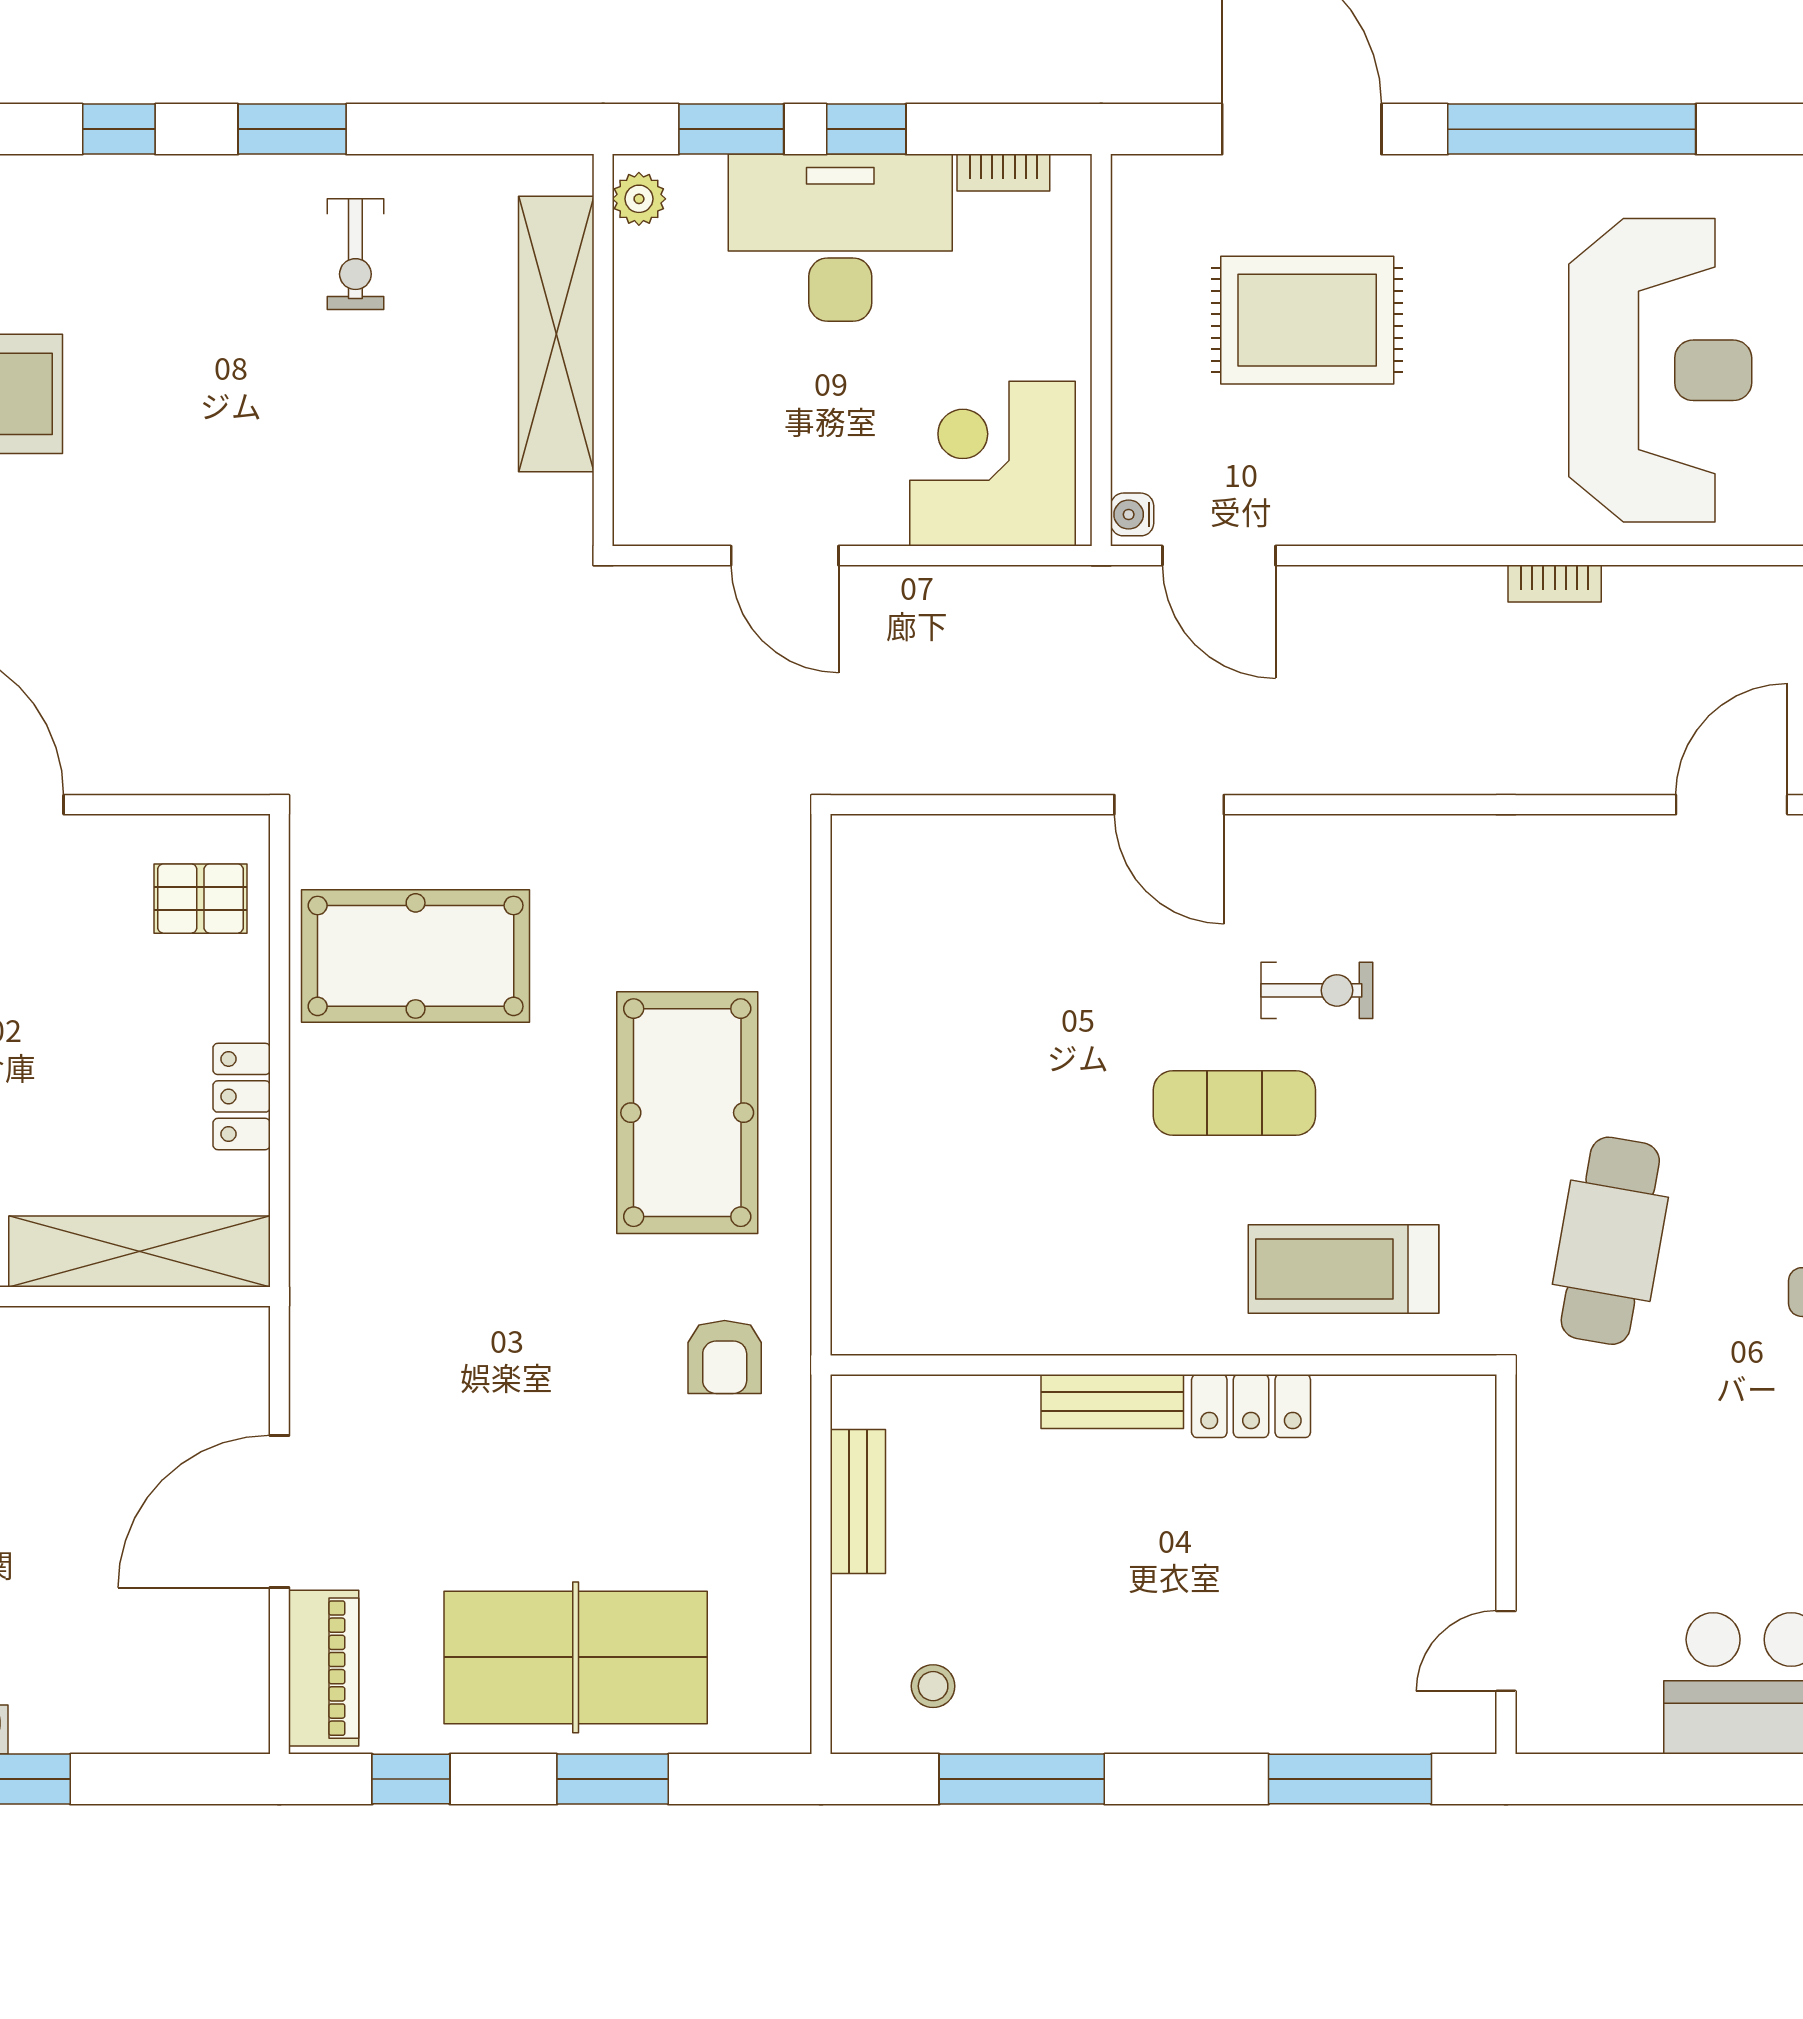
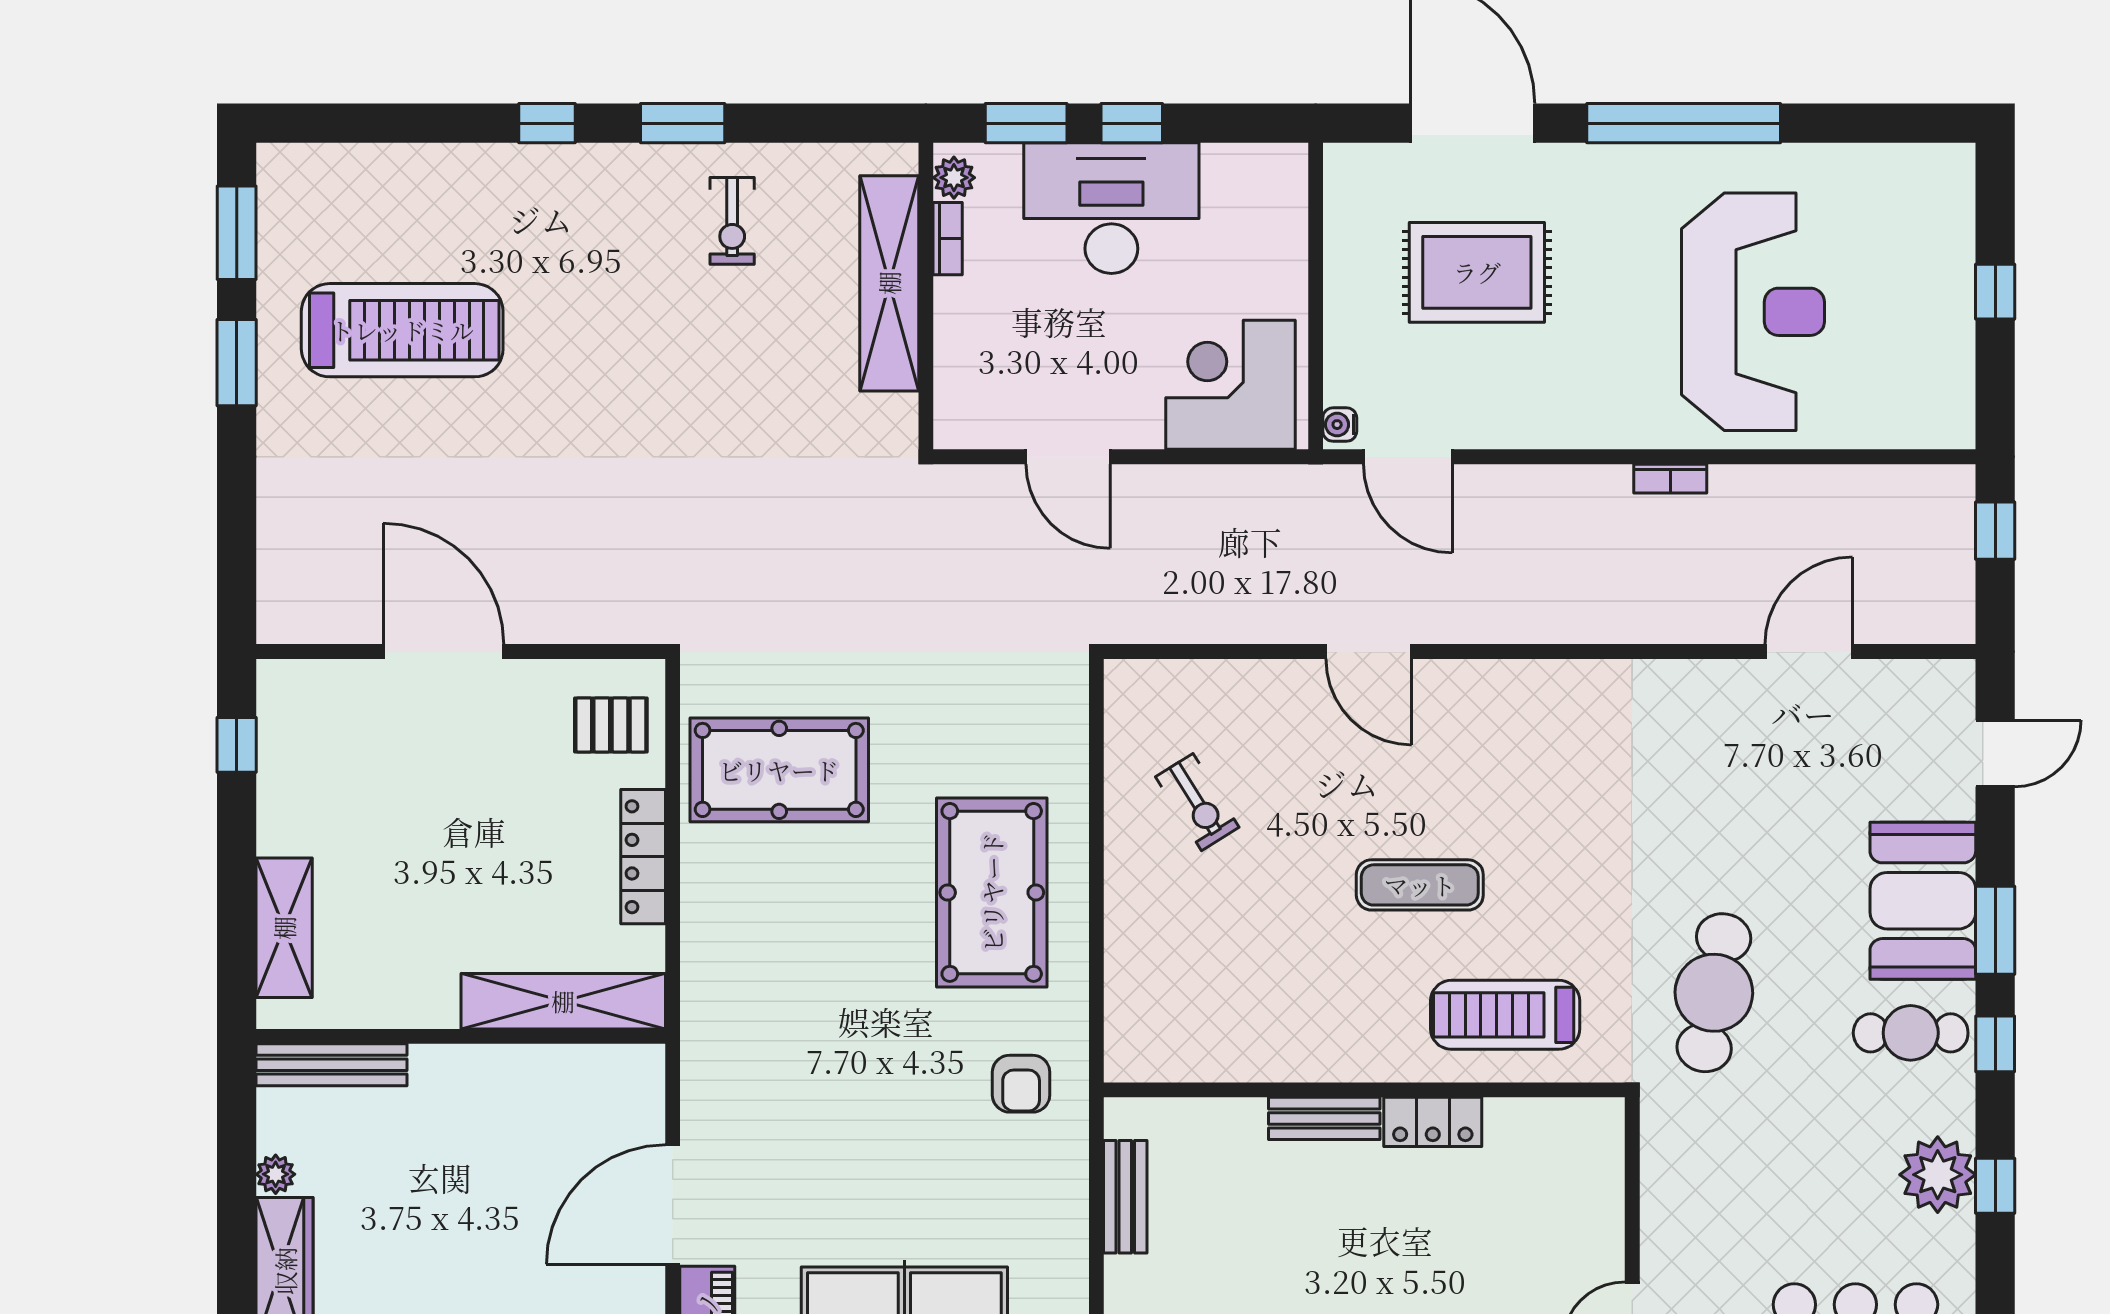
bookcase: (1003, 173) -> (948, 239), moved, turned -90
exercise bike: (1317, 990) -> (1197, 802), moved, turned 58
locker: (242, 1096) -> (643, 857), width x1.53

